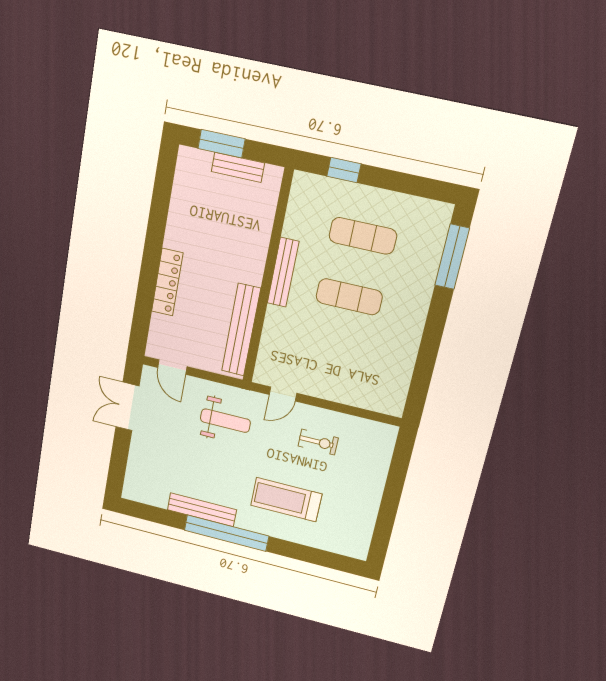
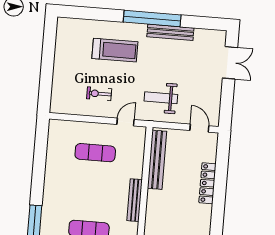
exercise mat: (349, 297) -> (95, 153), moved
double door: (127, 406) -> (230, 63), moved

